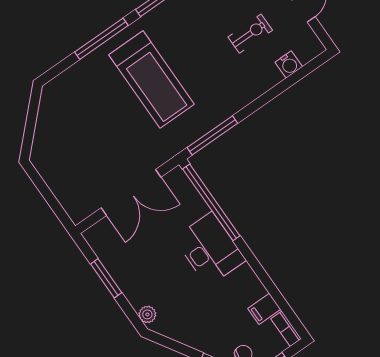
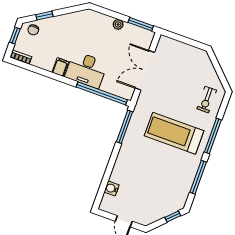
exercise bike: (250, 34) -> (207, 100), moved
window: (106, 278) -> (141, 24), moved
filing cabinet: (264, 309) -> (60, 67), moved
plant: (147, 314) -> (118, 24), moved

